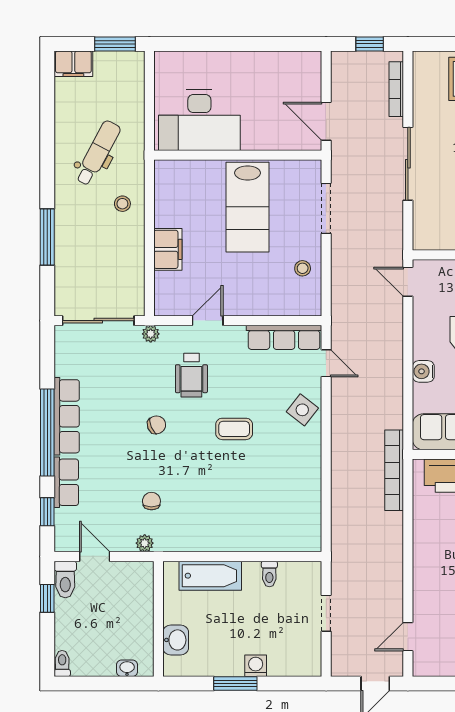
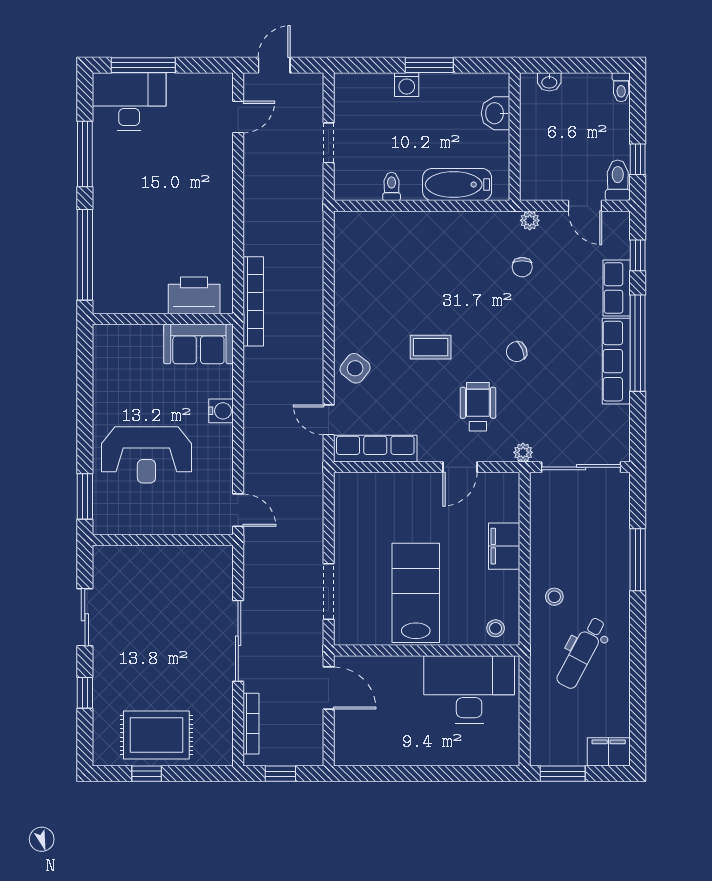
stool: (303, 268) -> (496, 628), moved

